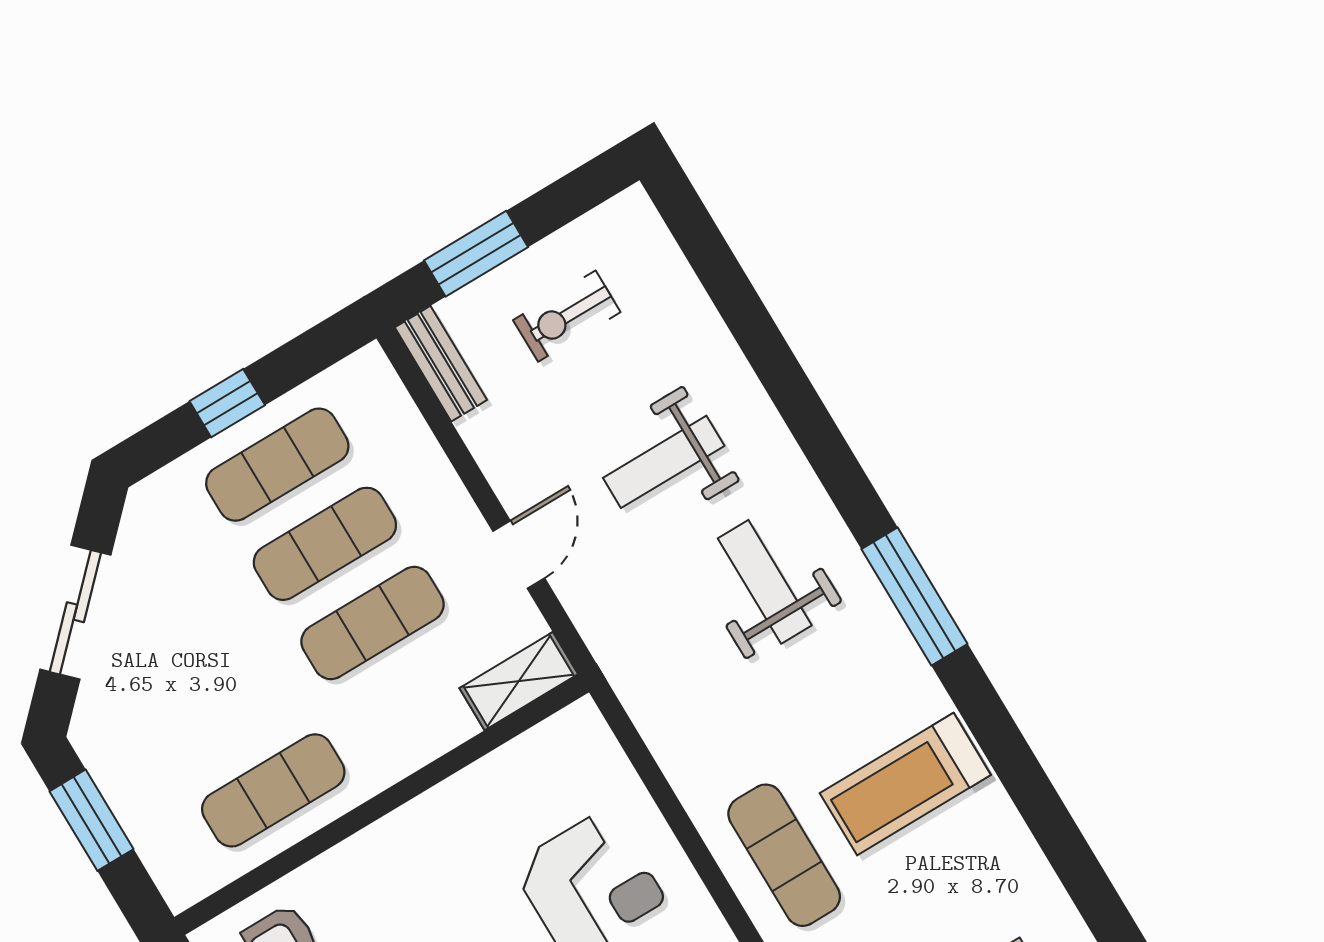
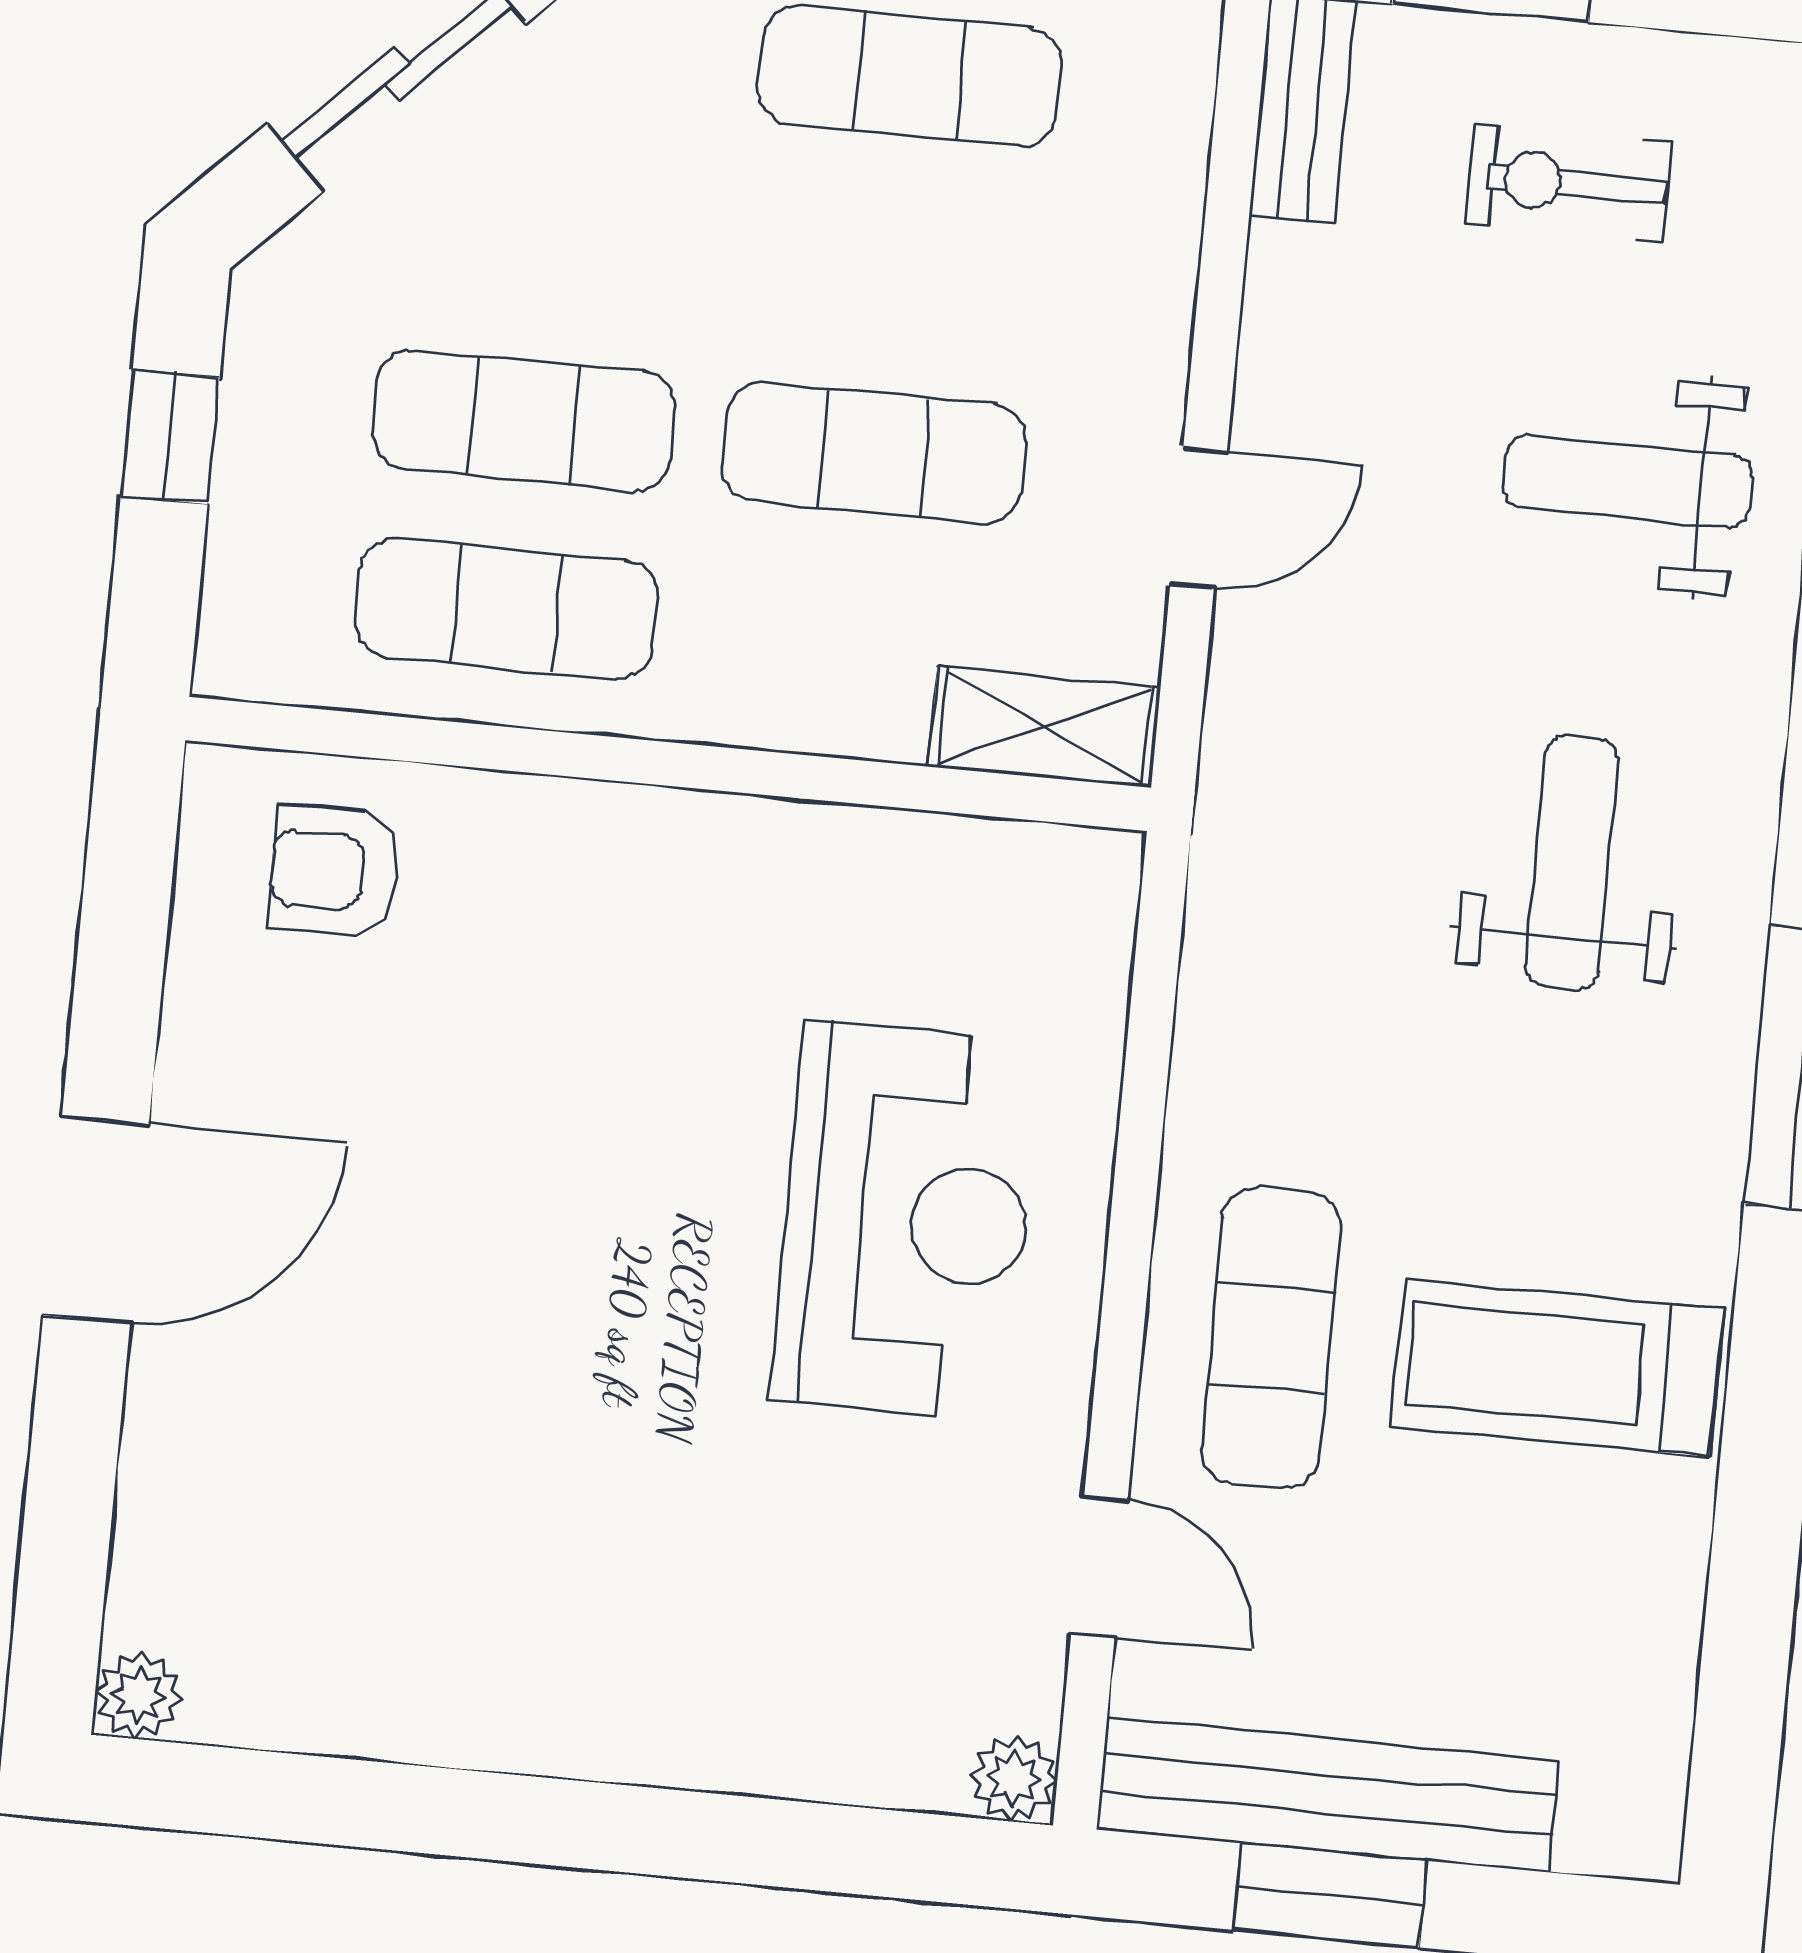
weight bench: (664, 462) -> (1628, 481), moved
exercise mat: (325, 544) -> (524, 420), moved
window: (91, 820) -> (170, 437), width x0.67

